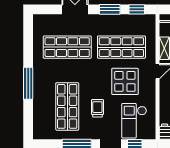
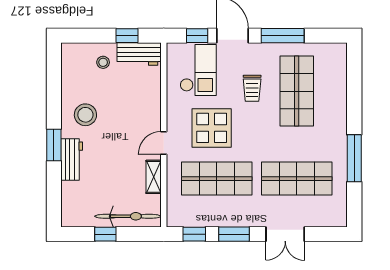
window: (28, 83) -> (354, 158), moved

